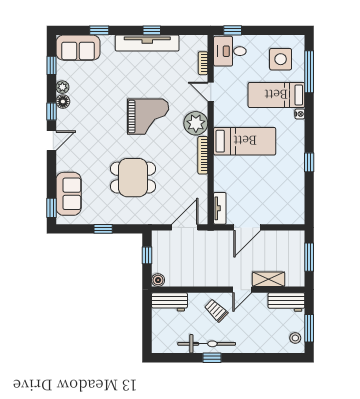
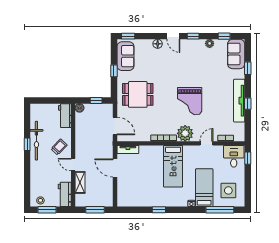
floor lamp: (63, 102) -> (158, 44), moved
dining table: (133, 178) -> (138, 94), moved, turned 90
sofa: (69, 194) -> (125, 56), moved, turned -90

